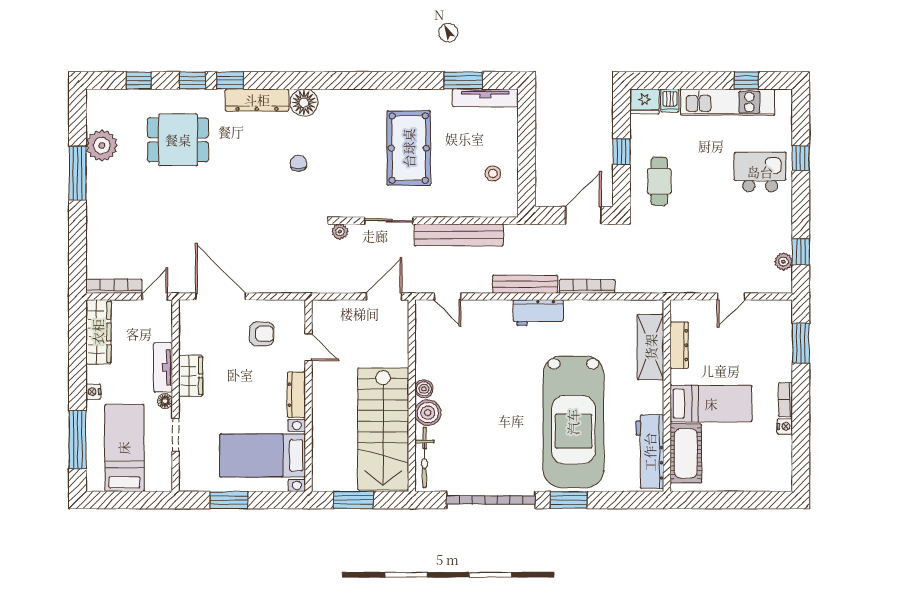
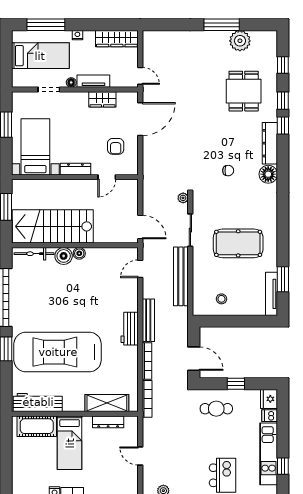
bookcase: (114, 286) -> (147, 399), moved
wardrobe: (191, 376) -> (102, 99), moved

